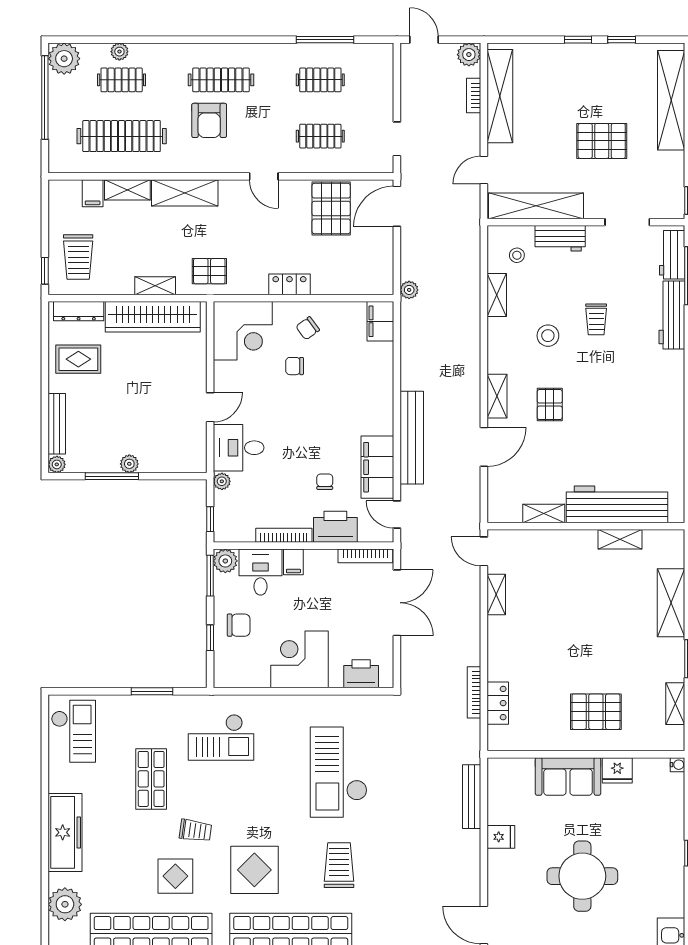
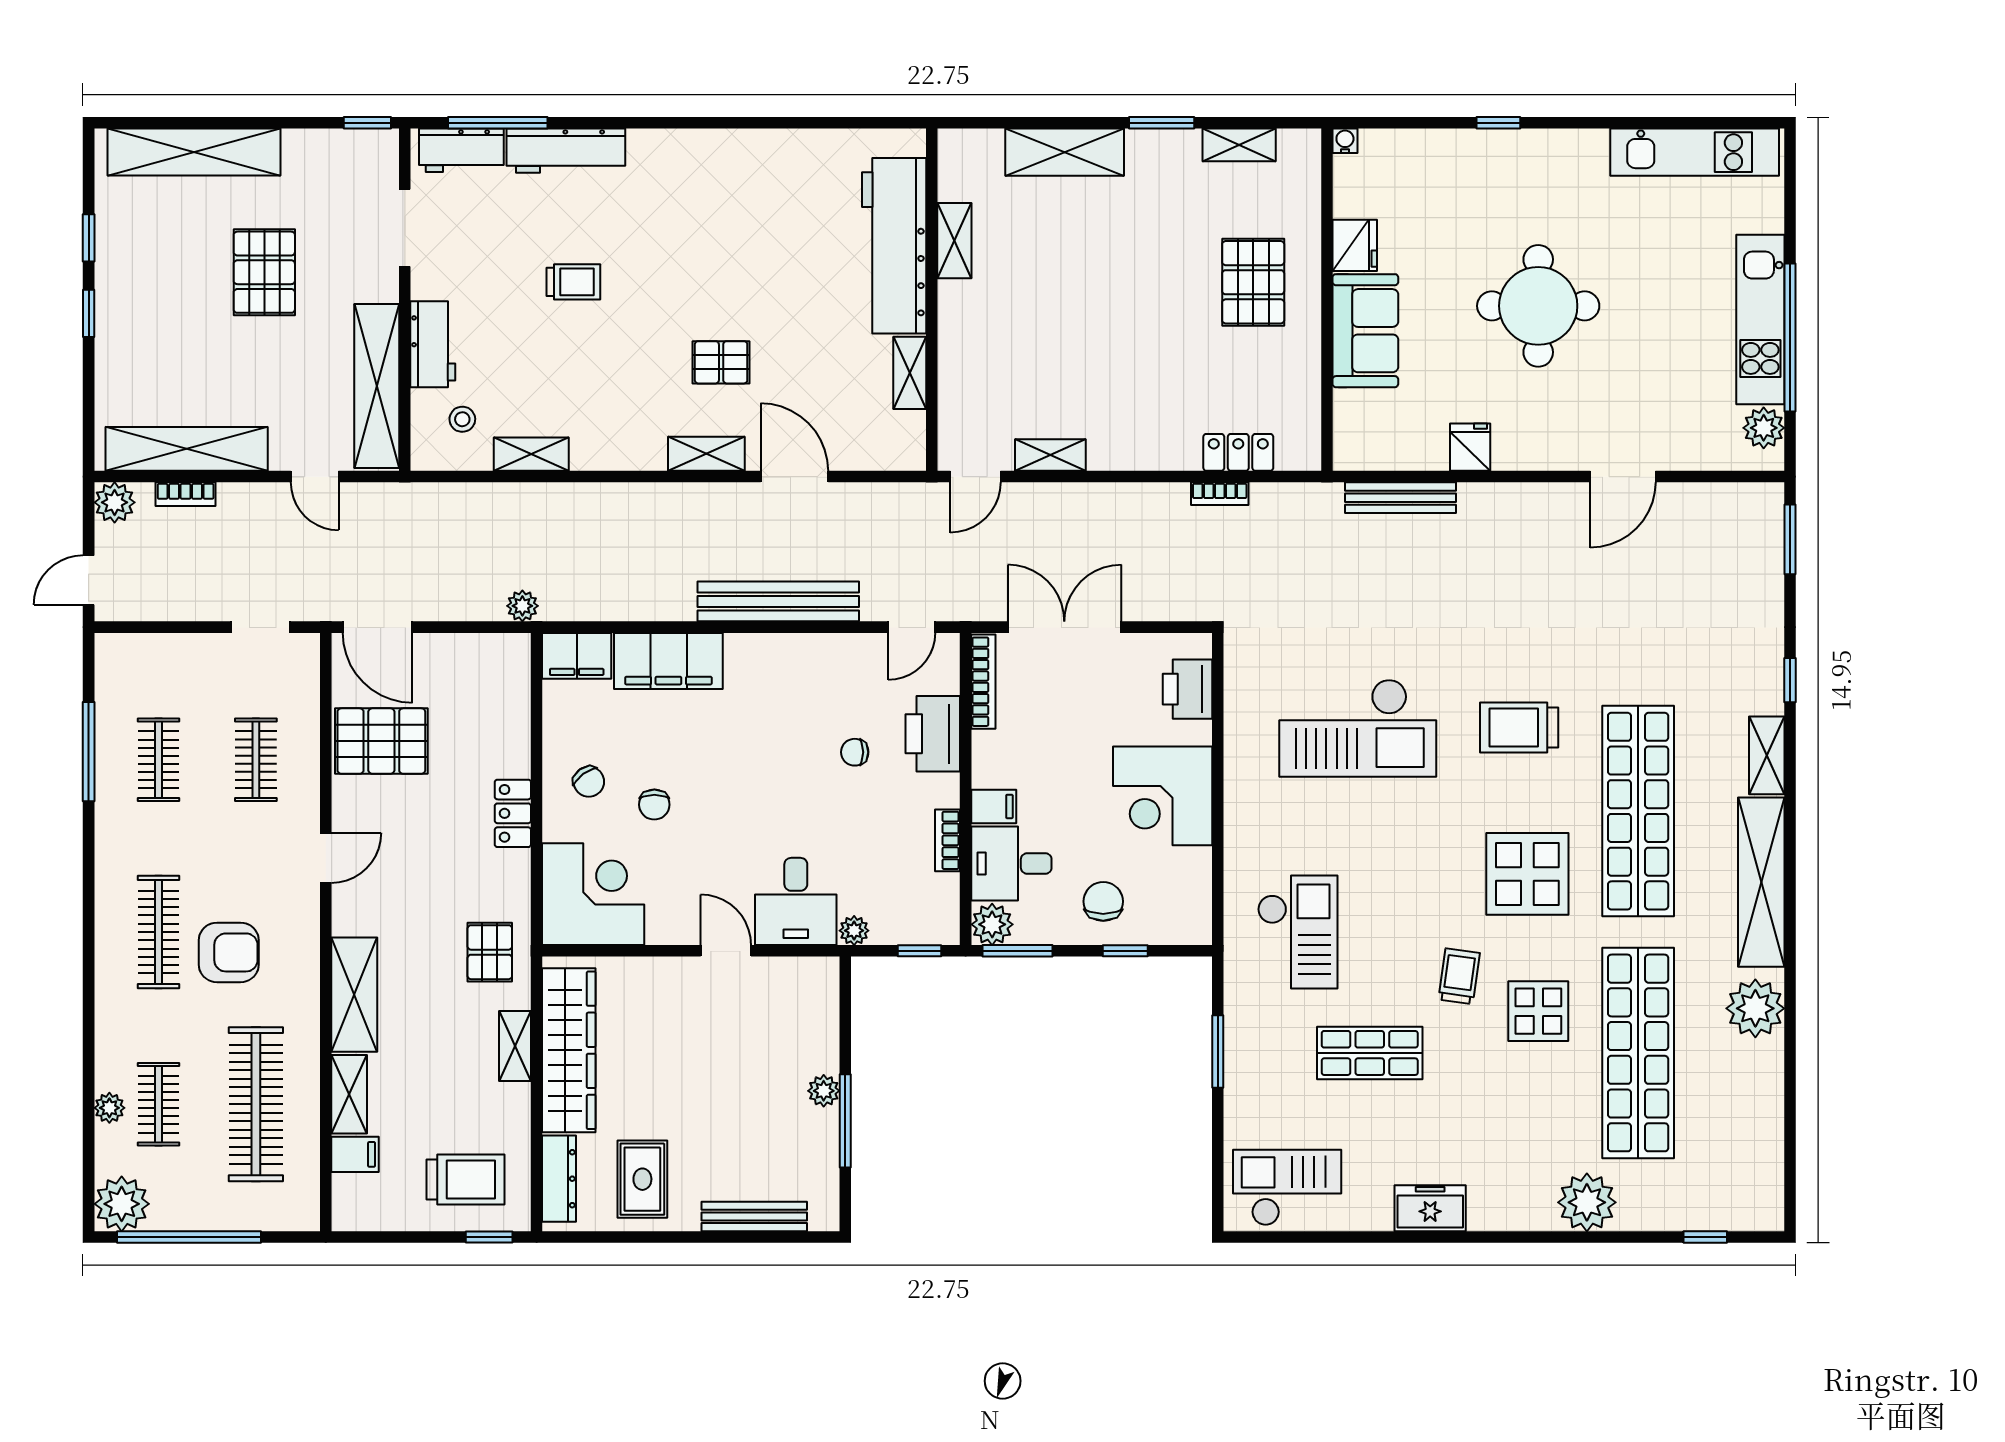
stool: (548, 336) -> (602, 365), removed
plant: (57, 464) -> (825, 1216), removed
filing cabinet: (377, 467) -> (668, 661), moved
bookcase: (284, 535) -> (948, 840), width x0.64
bookcase: (474, 692) -> (1220, 494), width x0.64
freezer: (65, 832) -> (1430, 1208), width x0.52, depth x0.79

